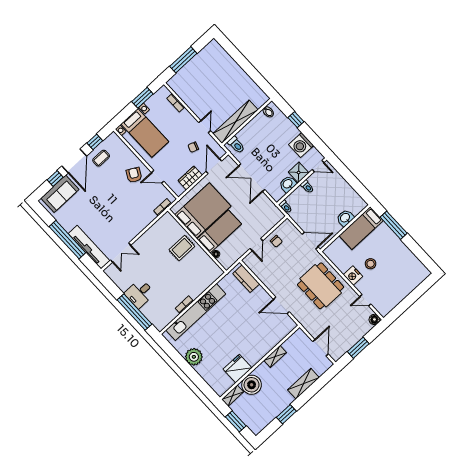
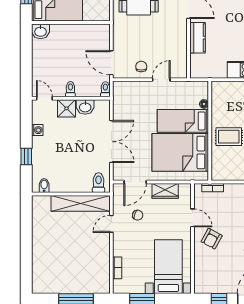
washing machine: (301, 145) -> (37, 130), width x0.53, depth x0.53
coffee table: (101, 158) -> (227, 280), removed
washbasin: (345, 218) -> (41, 31), moved
door: (310, 241) -> (111, 63), moved
kitchen counter: (246, 279) -> (198, 38), moved

